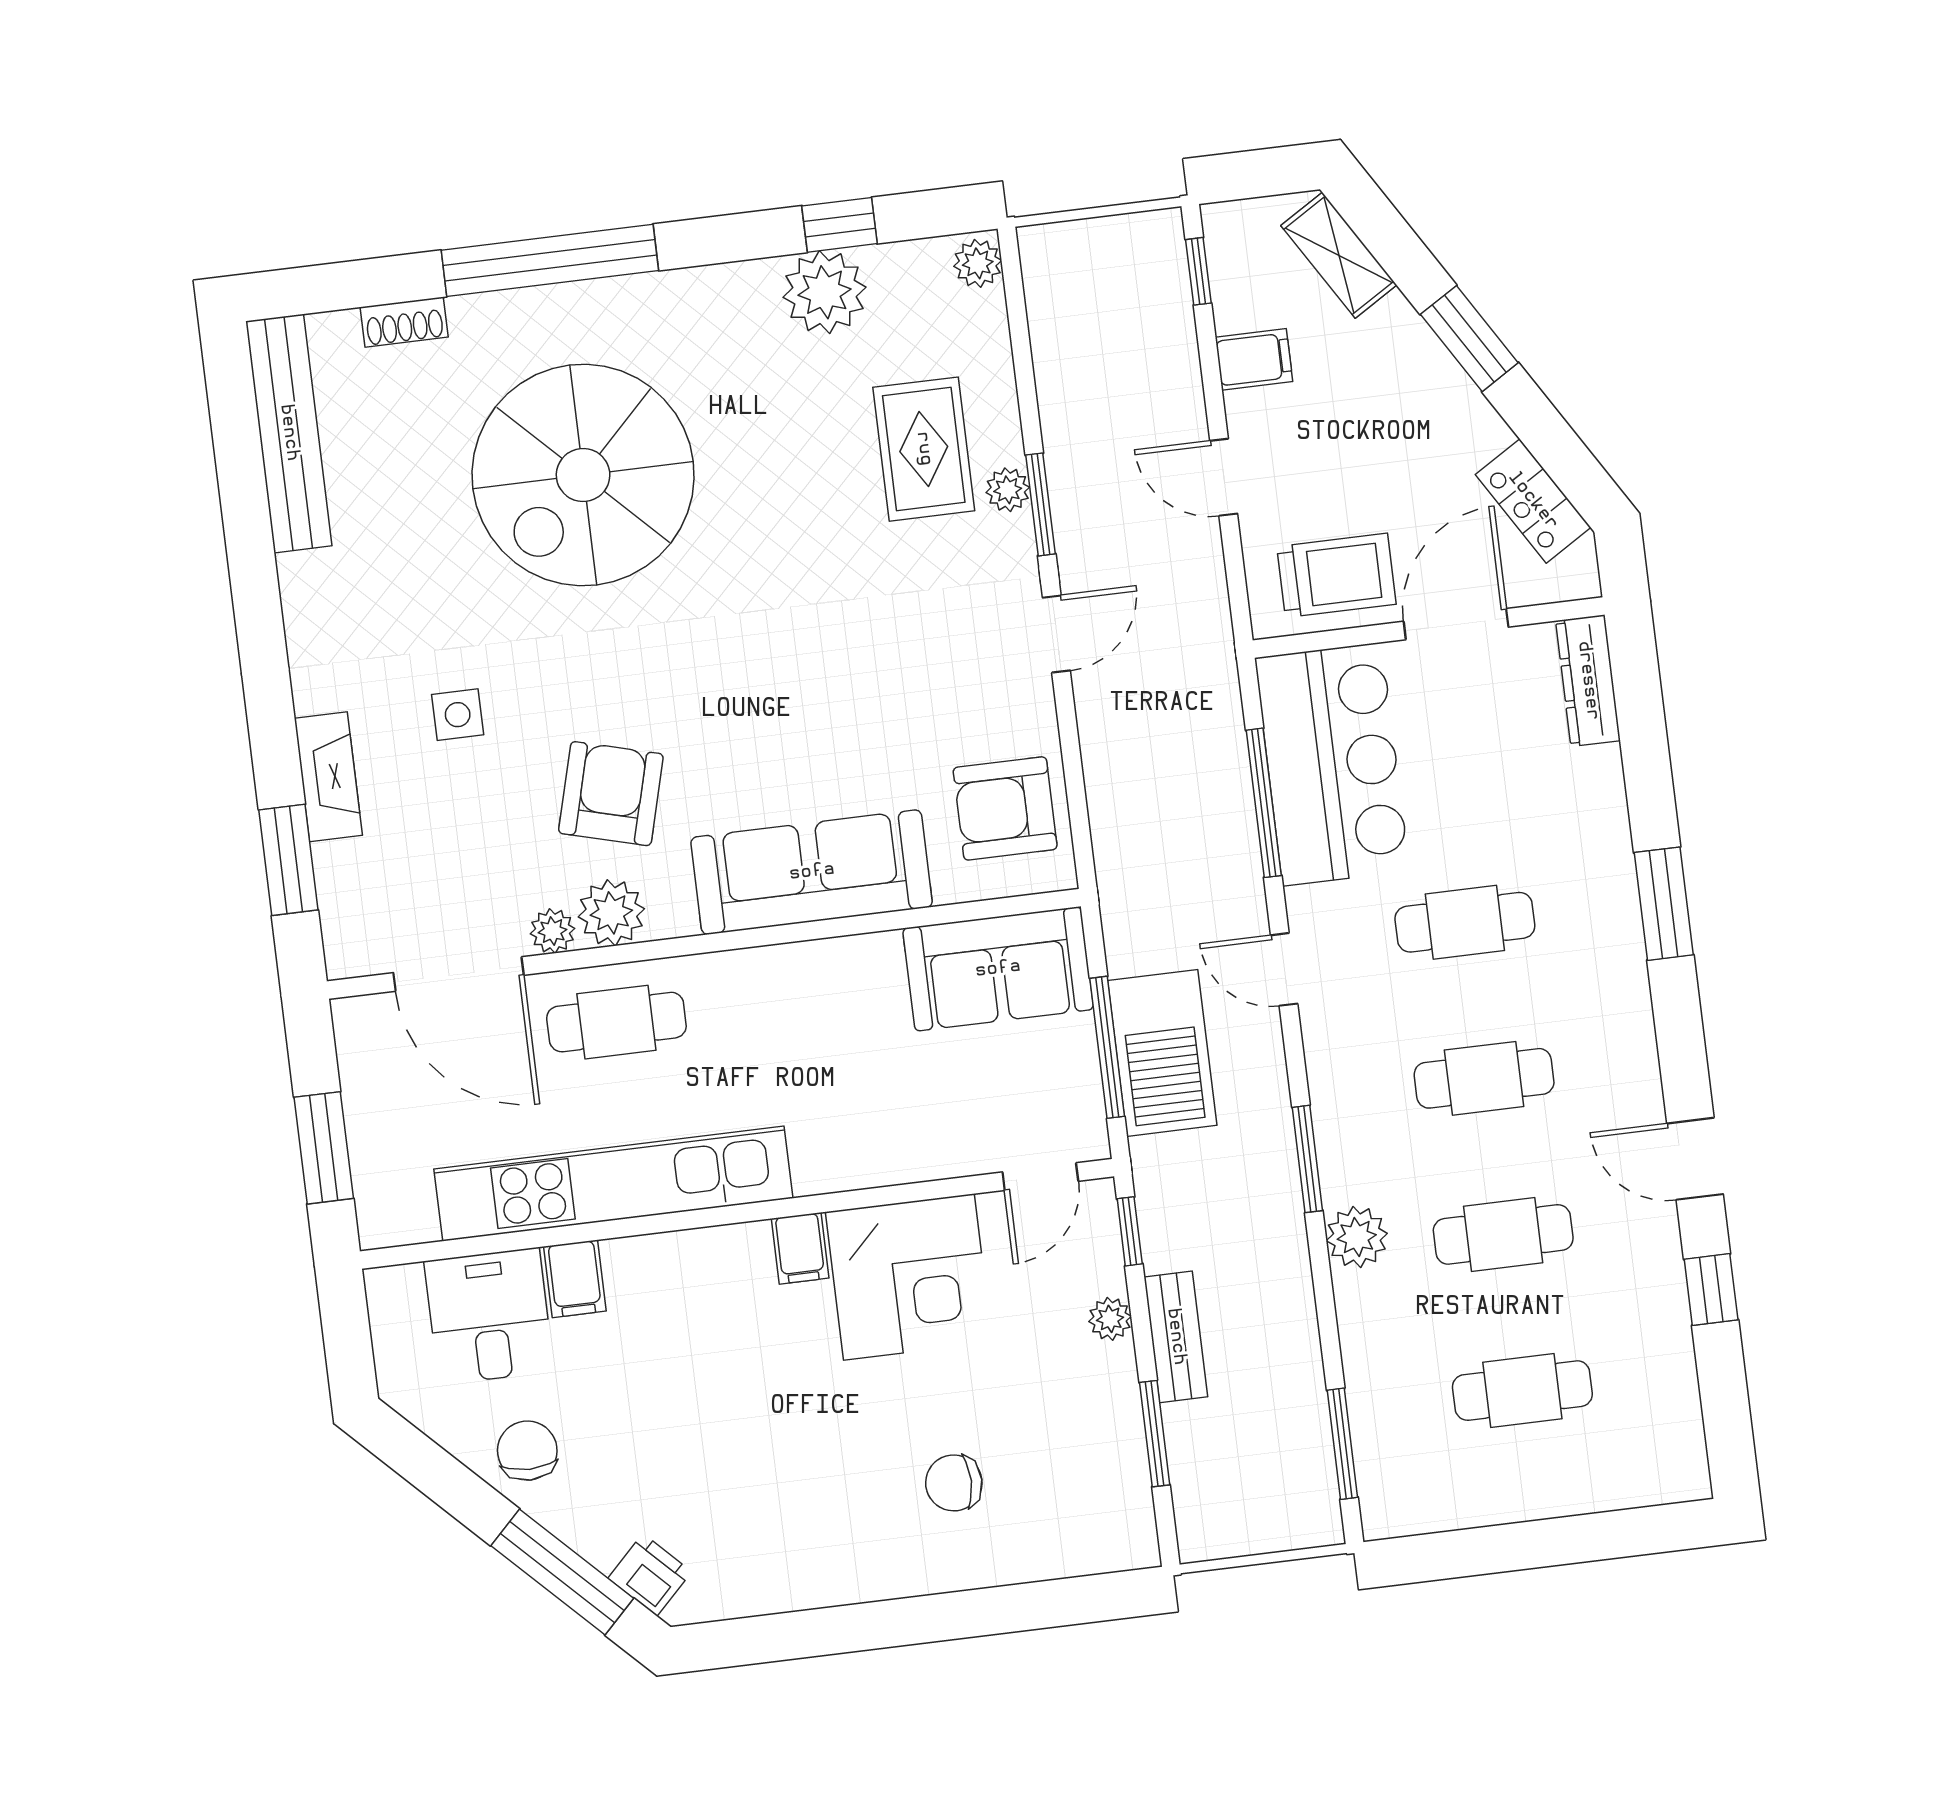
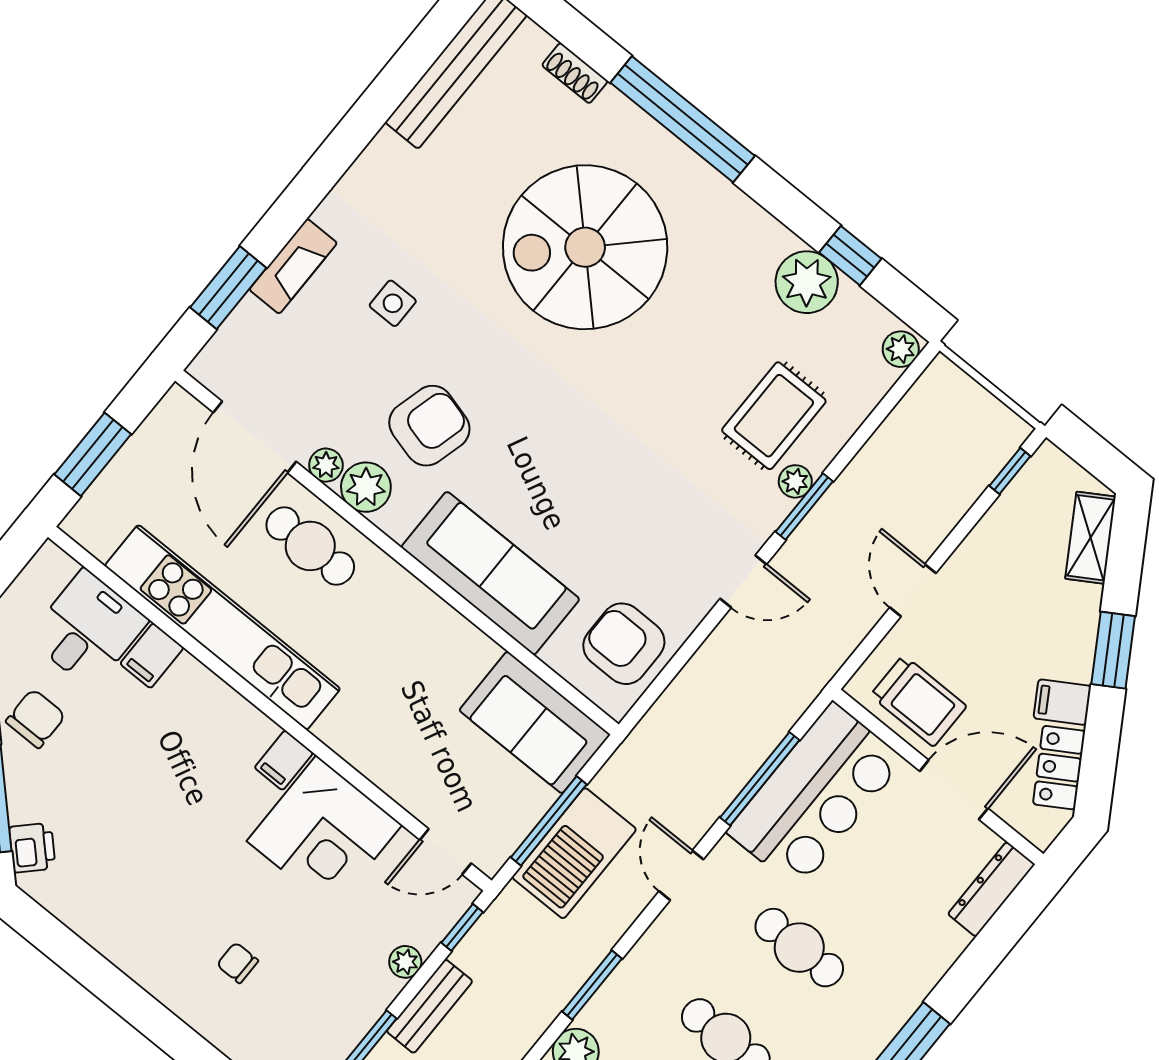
filing cabinet: (1254, 359) -> (1062, 702), moved, turned 148
chair: (954, 1483) -> (238, 963), width x0.73, depth x0.73

